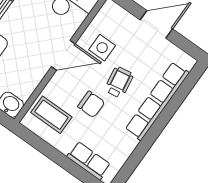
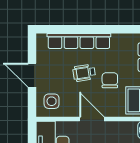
side table: (102, 48) -> (52, 101), moved

